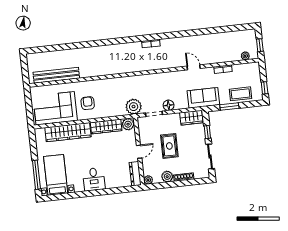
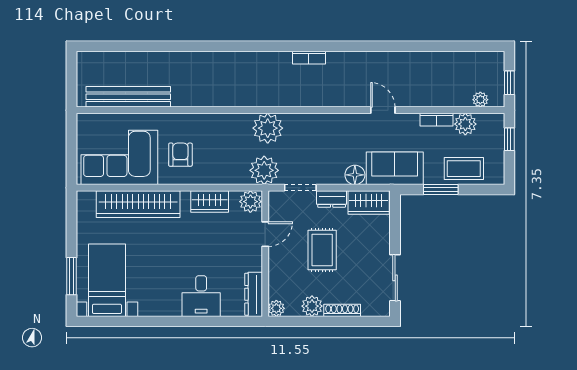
plant: (239, 70) -> (465, 124), added
plant: (133, 84) -> (268, 128), added
window: (265, 88) -> (509, 139), moved
floor lamp: (169, 105) -> (355, 175), moved
dresser: (171, 118) -> (332, 199), added
wardrobe: (106, 127) -> (210, 201), width x0.67
window: (207, 132) -> (395, 232), removed
door: (139, 152) -> (265, 234), moved
window: (36, 175) -> (71, 276), width x0.69
desk: (94, 179) -> (201, 296), moved

